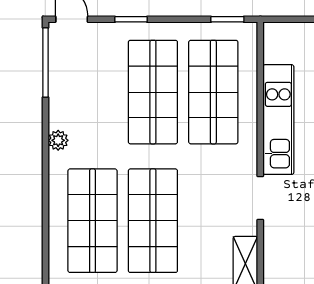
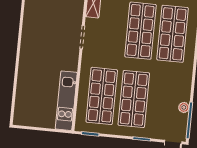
kitchen unit: (278, 120) -> (66, 101), moved
plant: (58, 140) -> (184, 107), moved

